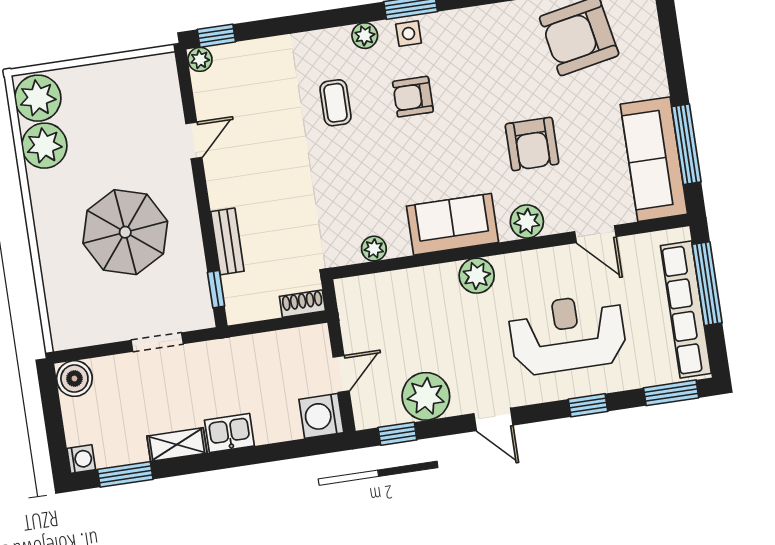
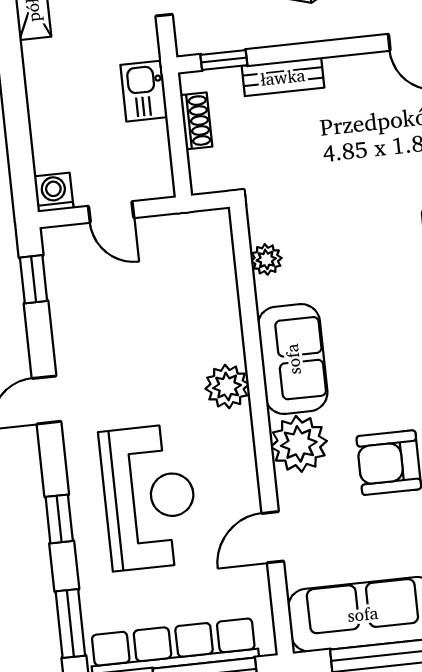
plant: (527, 222) -> (299, 444), width x1.36, depth x1.36
shoe rack: (302, 304) -> (196, 121), moved
plant: (426, 396) -> (79, 317), removed
washing machine: (321, 416) -> (54, 192), width x0.73, depth x0.73
kitchen sink: (229, 433) -> (144, 91), moved, turned 180

